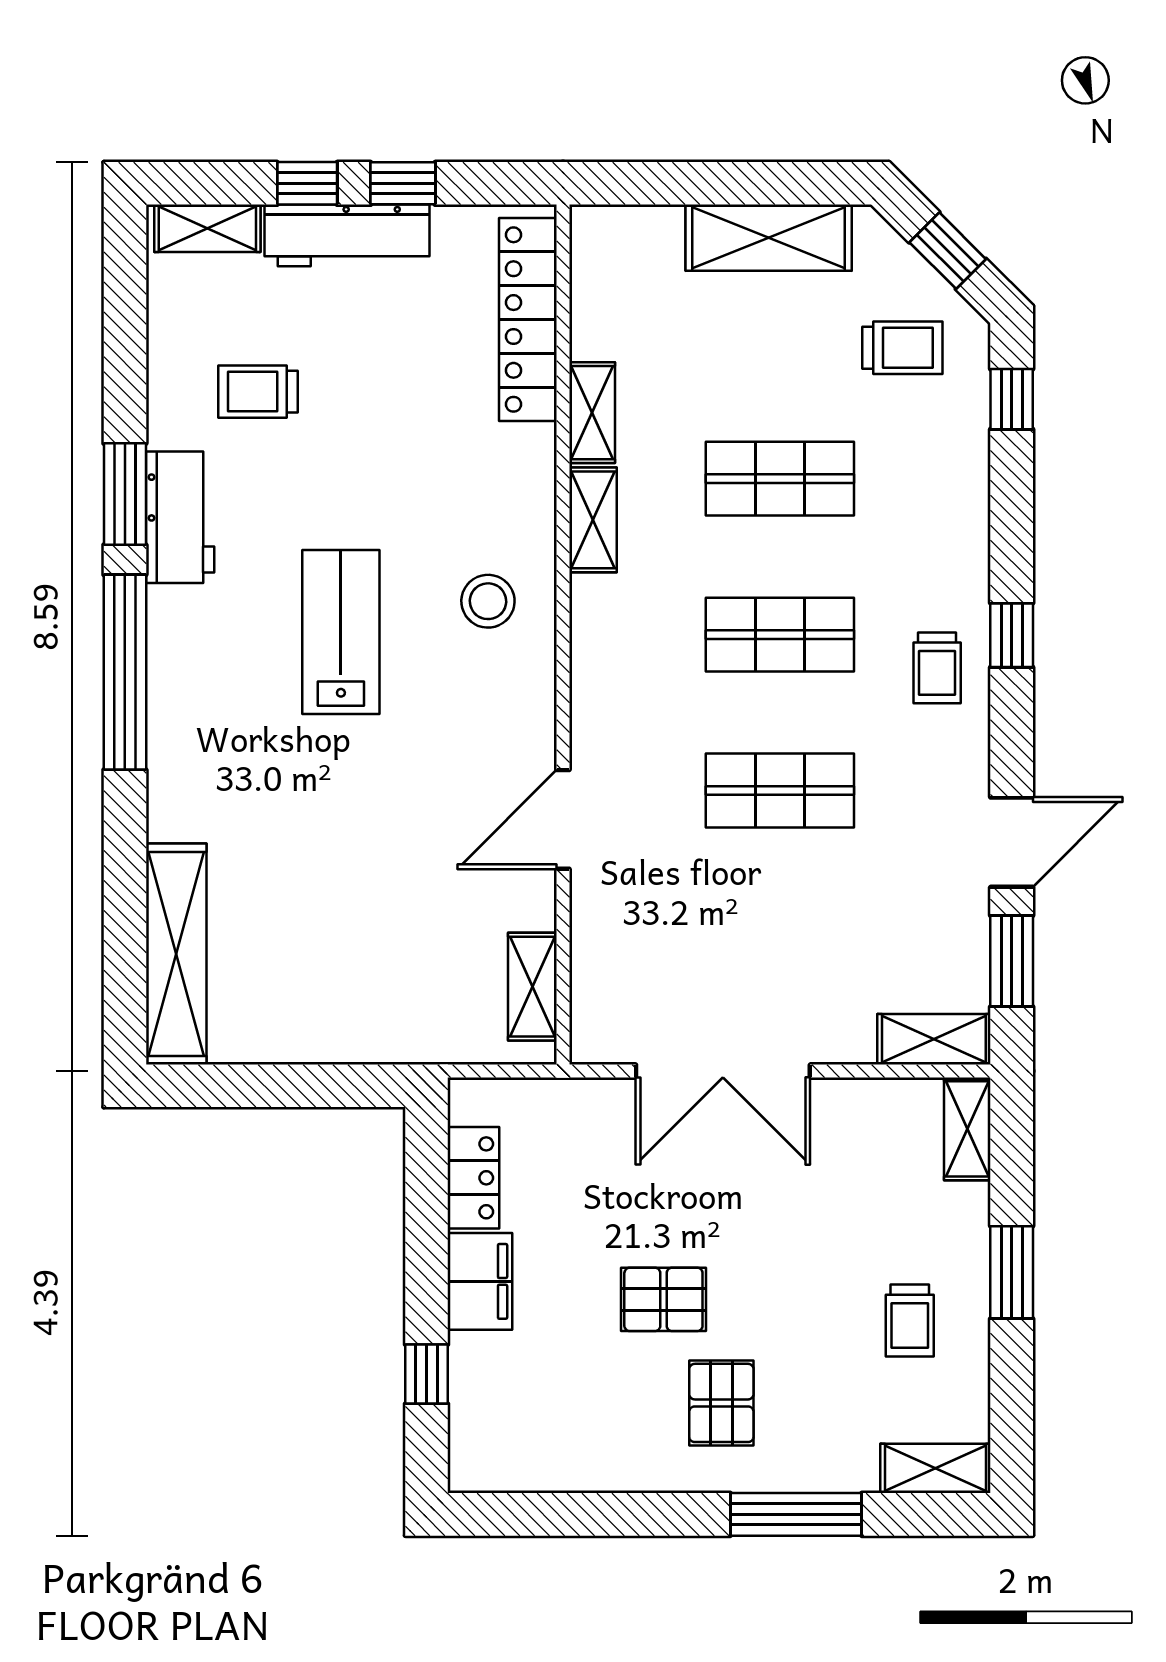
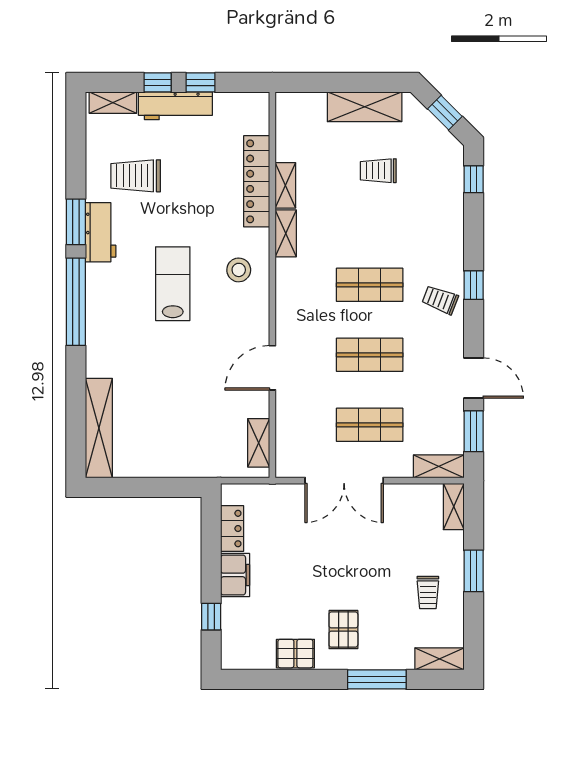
locker: (528, 320) -> (257, 181), moved
trolley: (902, 348) -> (378, 171), moved, turned 180
trolley: (258, 392) -> (136, 176), width x1.36, depth x1.39
shop shelf: (780, 479) -> (370, 425), moved
trolley: (937, 668) -> (440, 300), turned 111
door: (1012, 842) -> (474, 378), hinge flipped
pallet: (663, 1299) -> (295, 654), moved

